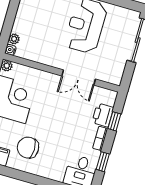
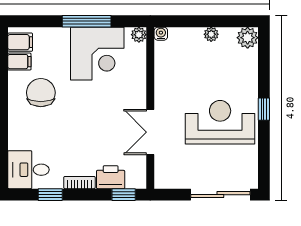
plant: (14, 39) -> (211, 34), moved
window: (114, 121) -> (124, 195), moved

